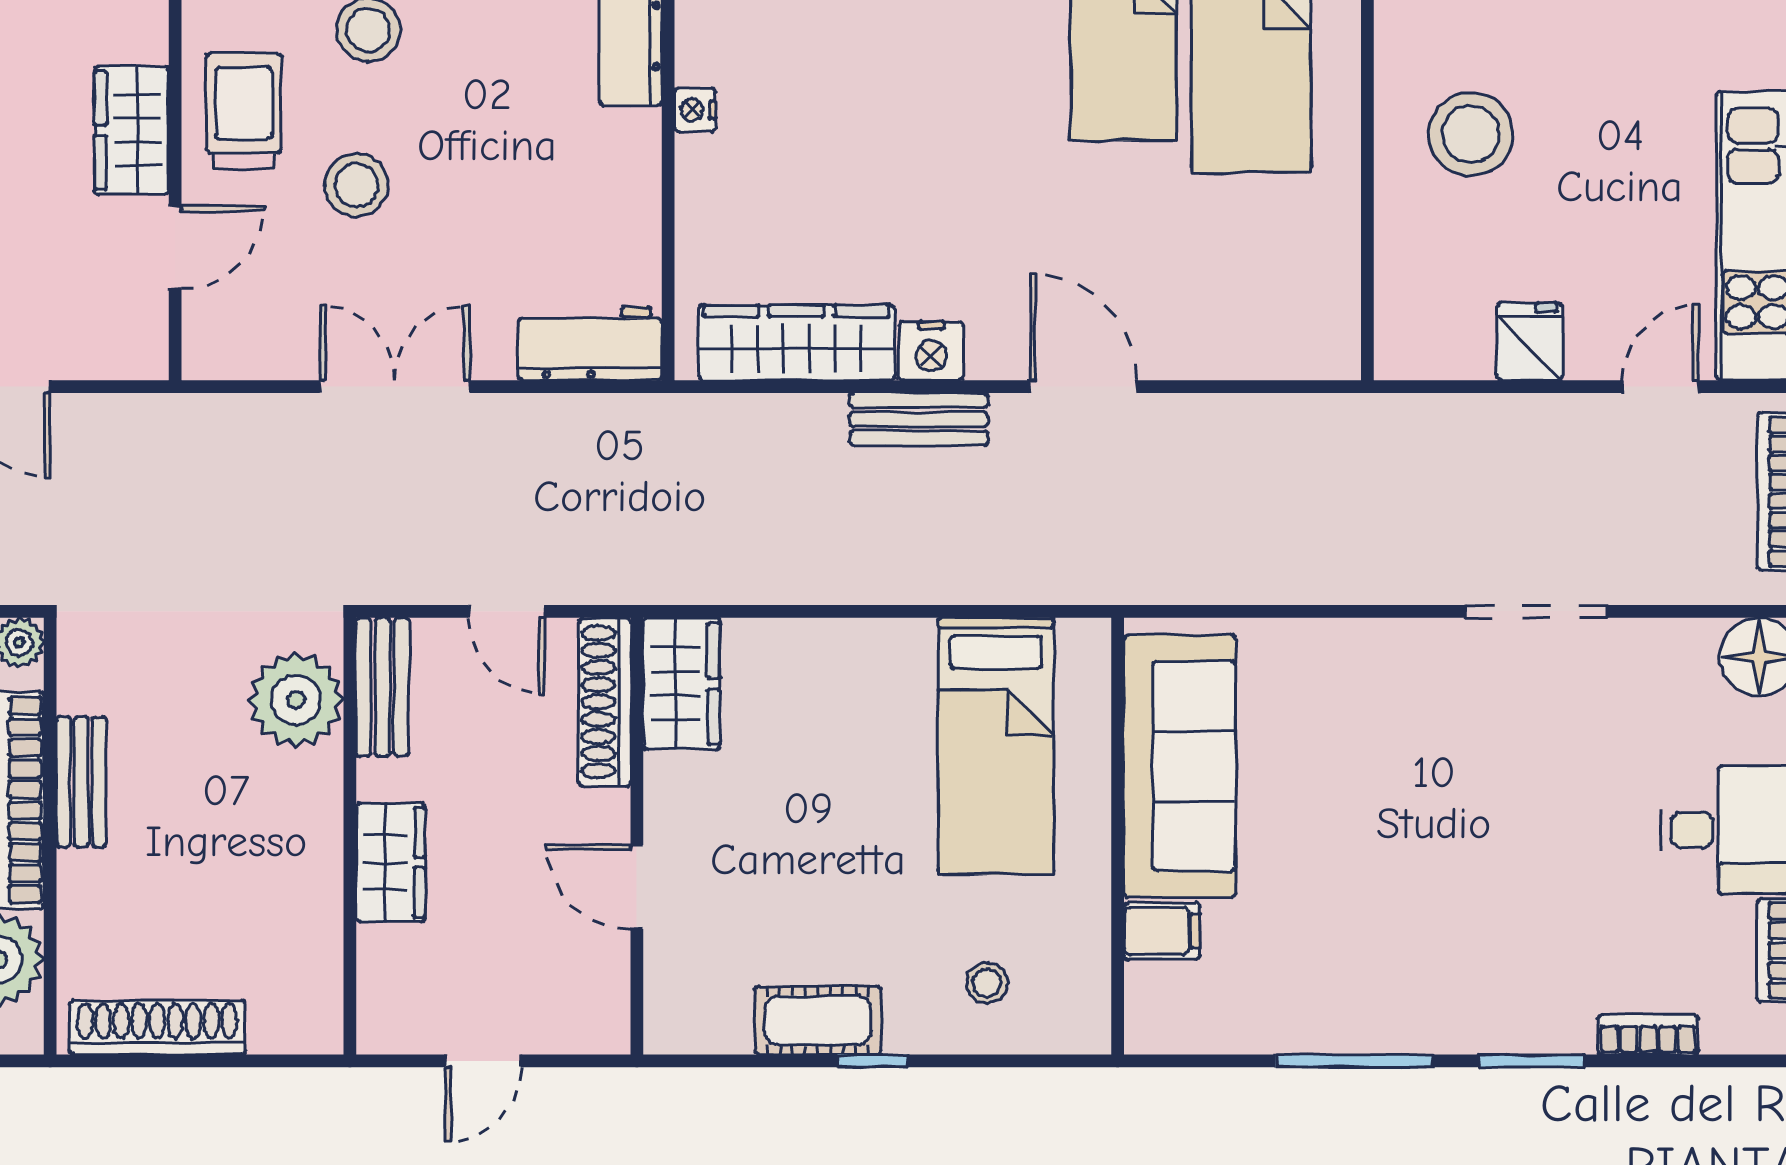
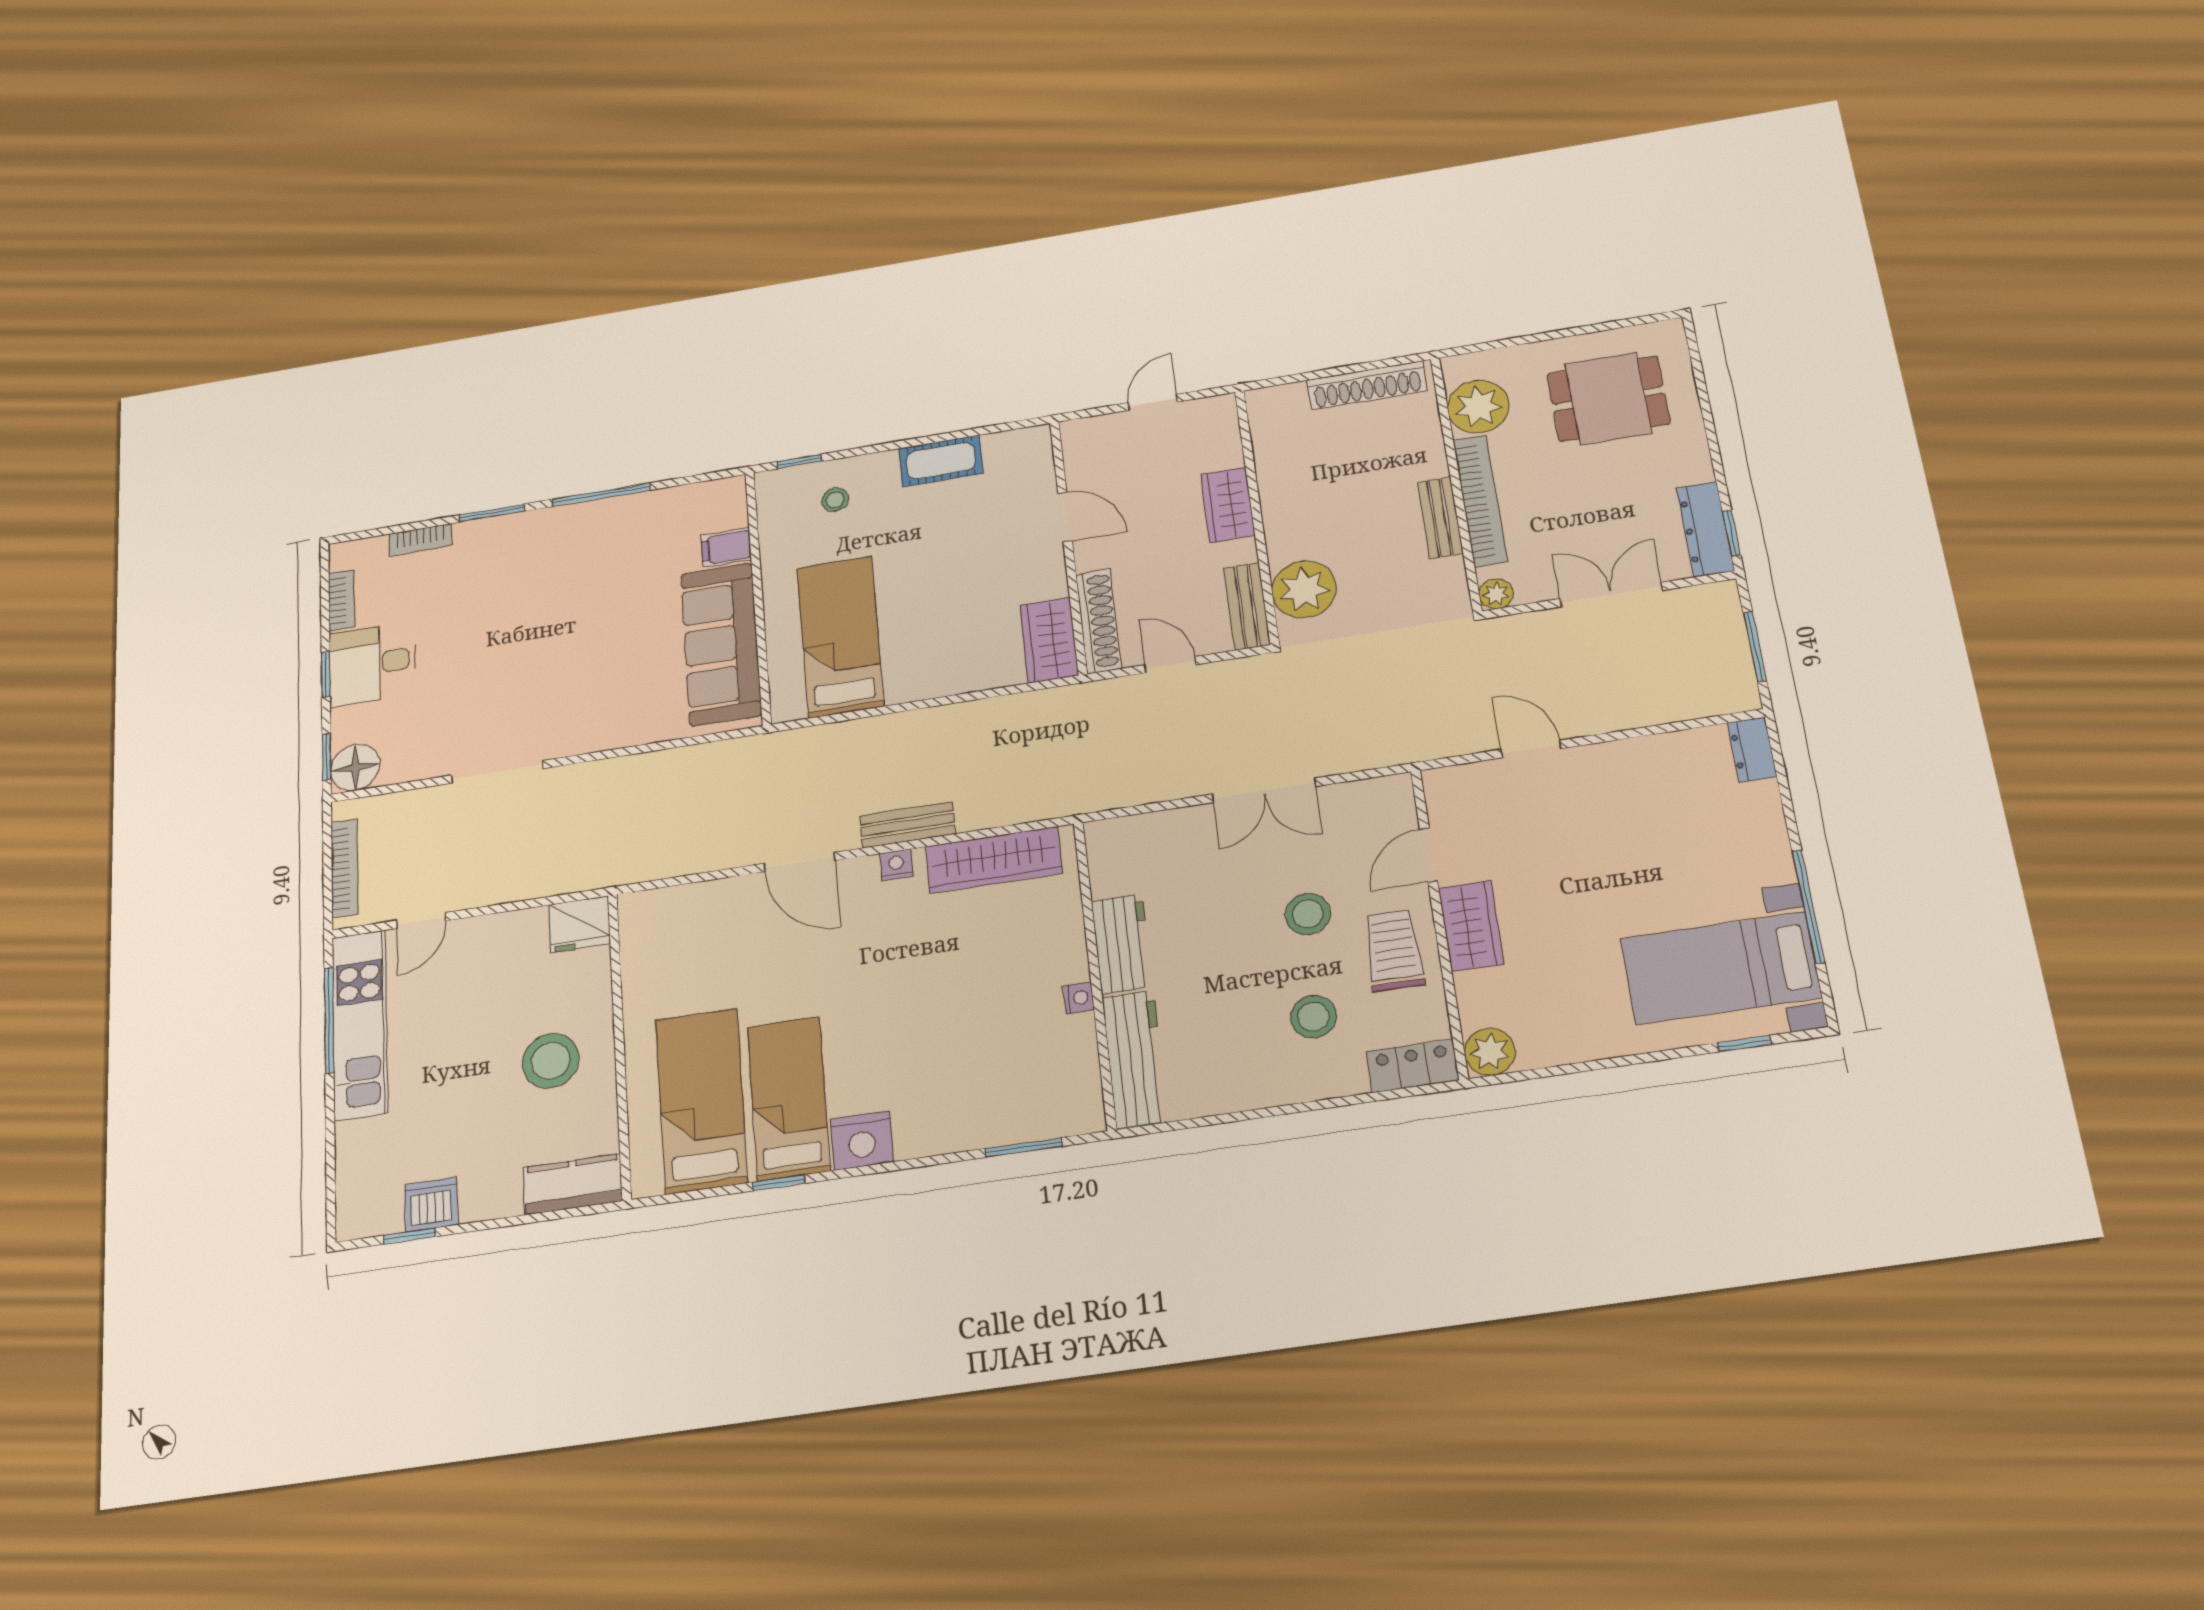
trolley: (244, 111) -> (1394, 950), turned 180
fridge: (1530, 341) -> (580, 924), moved, width x1.38
workbench: (590, 343) -> (1122, 944), moved, turned -90
nightstand: (931, 351) -> (896, 865), width x0.72, depth x0.74
window: (873, 1061) -> (799, 462), moved

